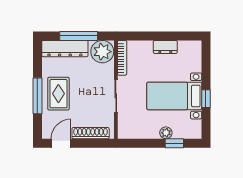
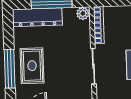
plant: (102, 52) -> (83, 13), width x0.53, depth x0.53

